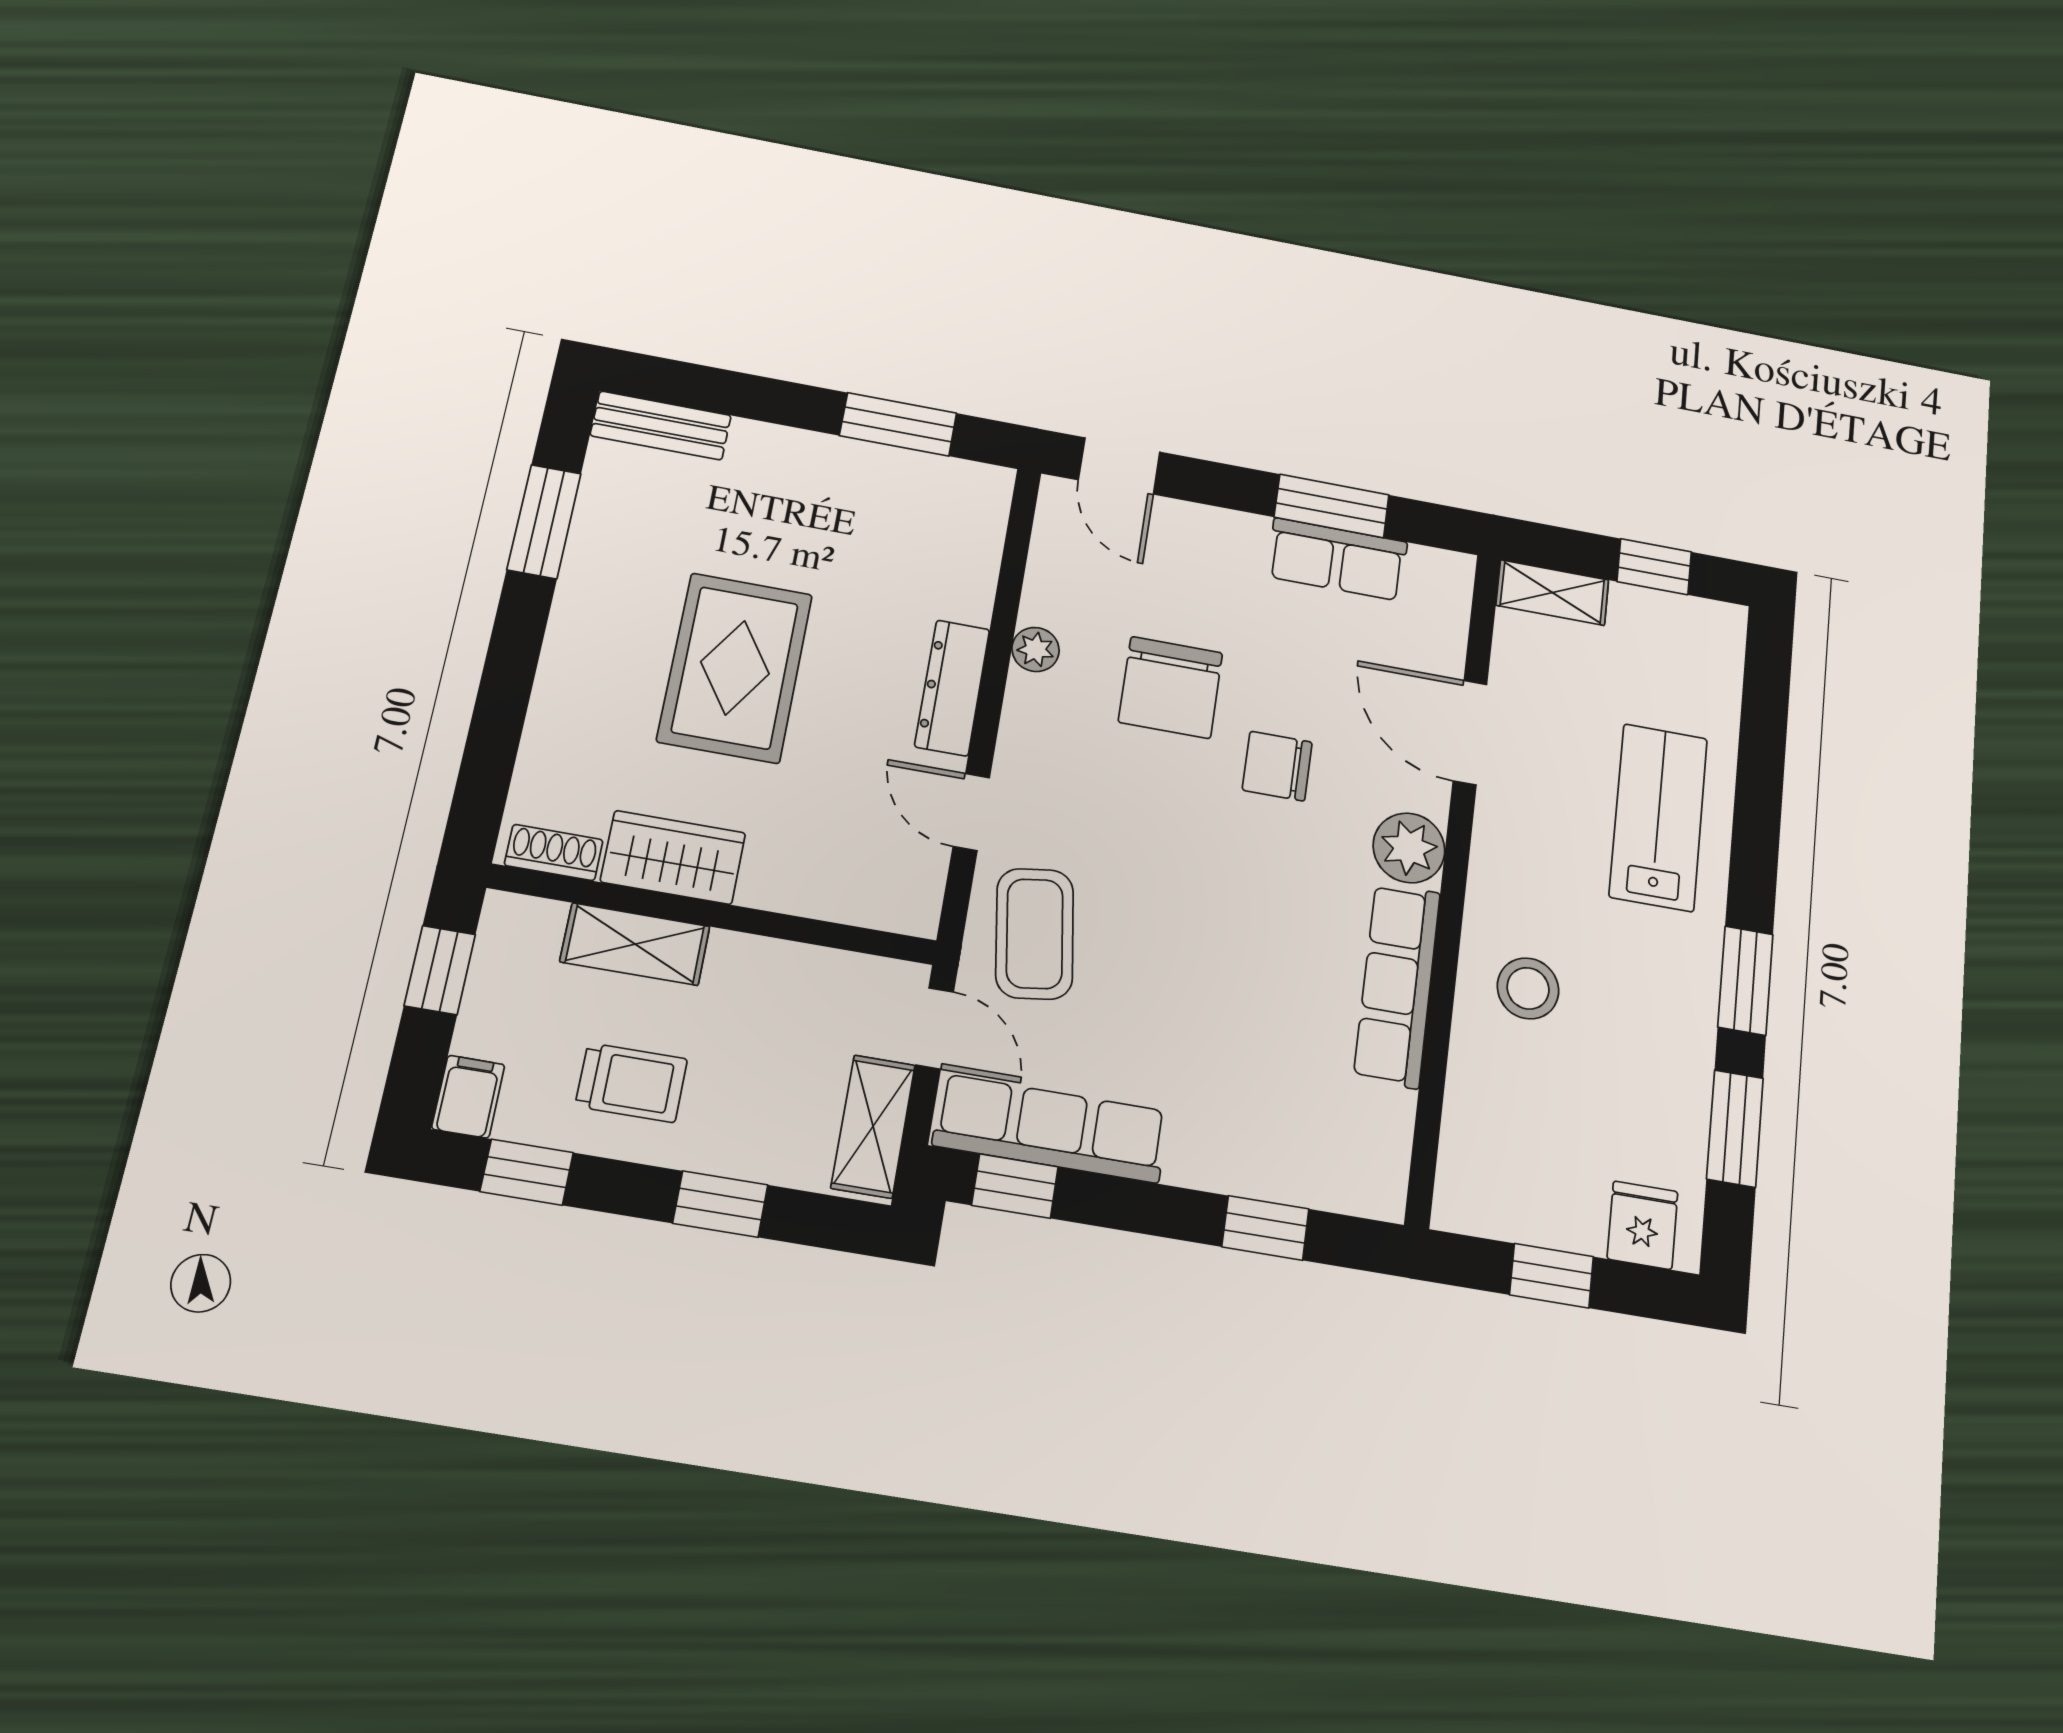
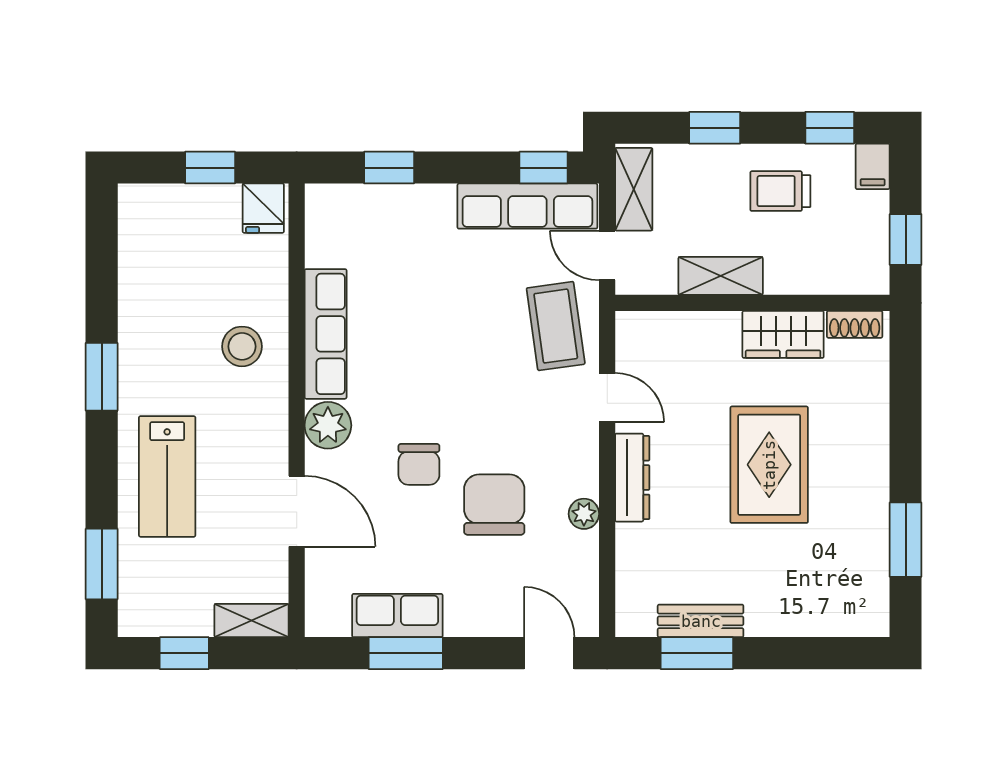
bench: (661, 425) -> (701, 621), moved
chair: (1277, 766) -> (419, 464), turned 90
shelving: (635, 944) -> (721, 276), moved
window: (1735, 1128) -> (102, 564), moved
fridge: (1642, 1225) -> (263, 208), moved

